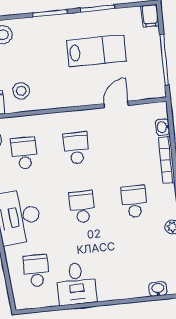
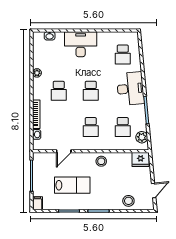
lab bench: (97, 51) -> (72, 185), turned 180
stool: (21, 91) -> (101, 161), moved
desk: (76, 284) -> (81, 44), moved, width x1.37

